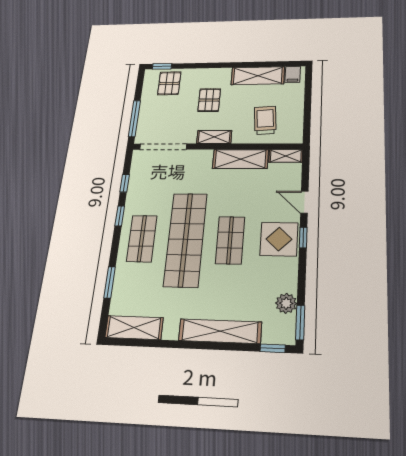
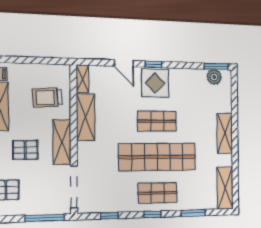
shelving: (214, 137) -> (62, 142), width x1.50, depth x1.33
door: (304, 202) -> (124, 63), hinge flipped
window: (120, 216) -> (153, 214), moved
plant: (286, 303) -> (214, 77), moved
shelving: (220, 331) -> (225, 133), width x0.68
window: (273, 348) -> (234, 86), removed

